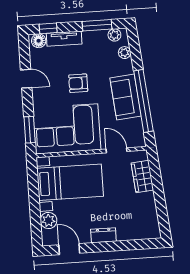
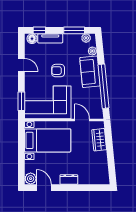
sofa: (126, 97) -> (90, 72), moved
plant: (49, 220) -> (31, 179), moved

